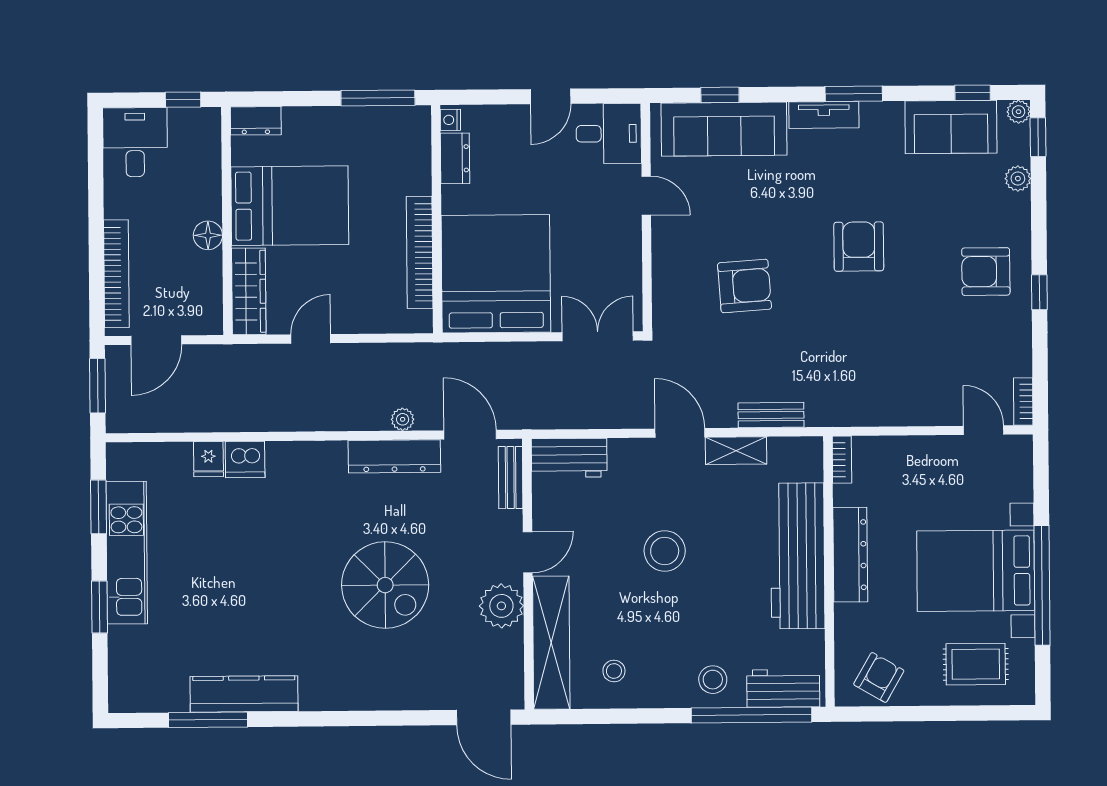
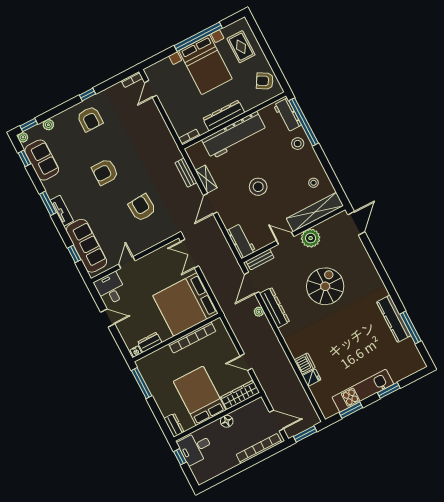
desk: (135, 142) -> (195, 448), moved

